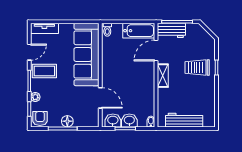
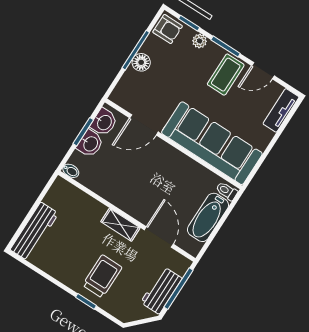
workbench: (171, 30) -> (161, 290), moved
bathtub: (139, 31) -> (208, 217), moved
door: (29, 52) -> (263, 71), hinge flipped
workbench: (184, 120) -> (34, 231), moved

